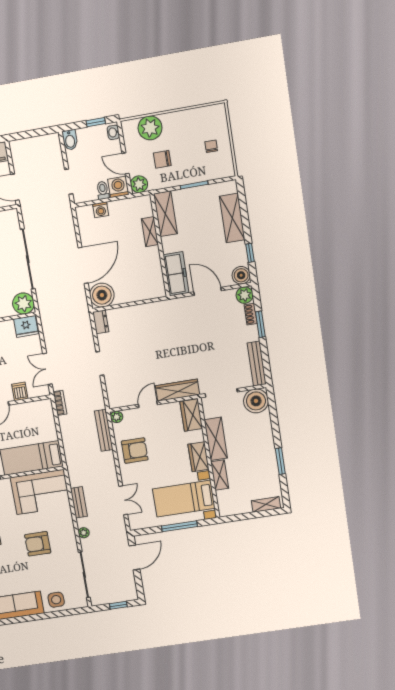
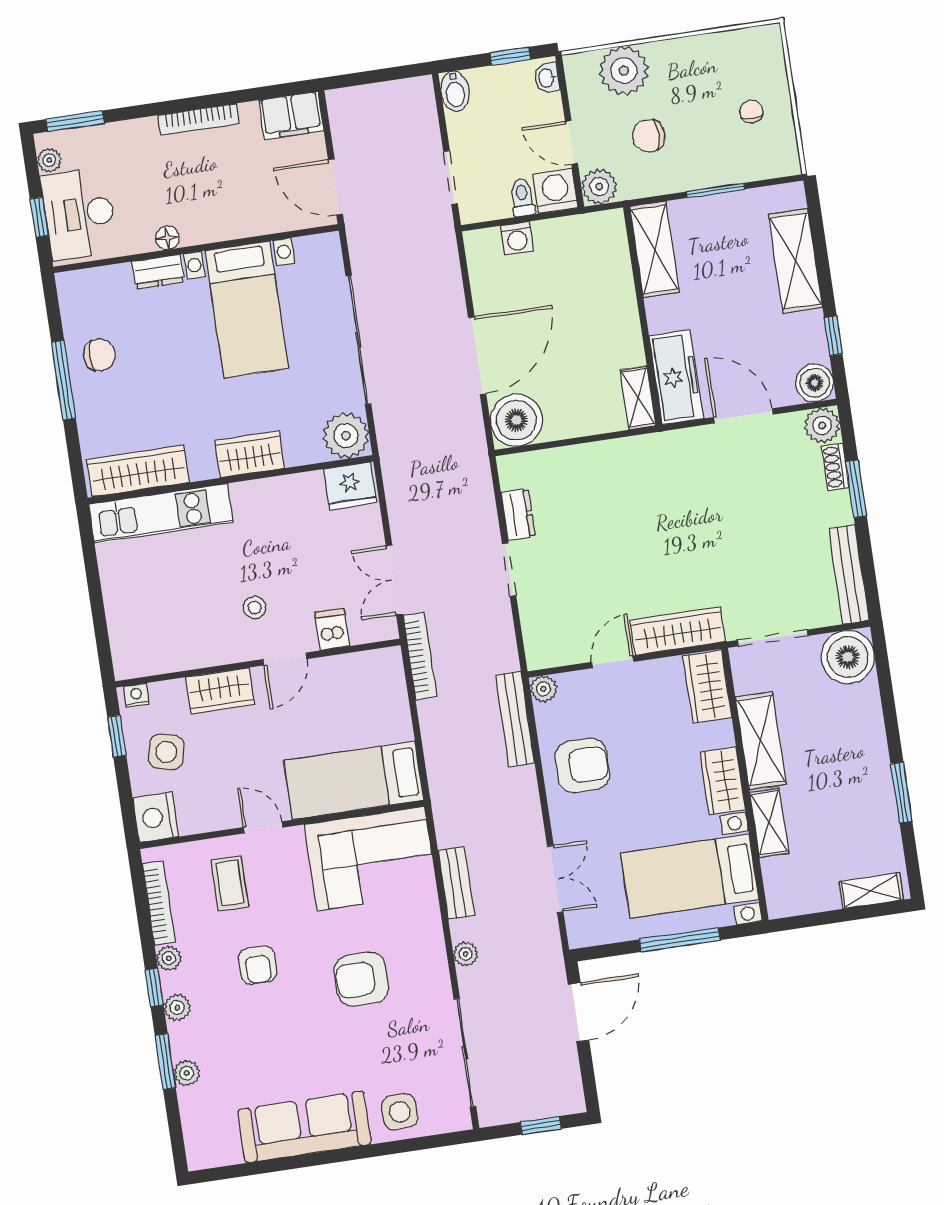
shelving: (150, 232) -> (638, 398), moved
dresser: (101, 322) -> (518, 515), moved
bookcase: (60, 403) -> (420, 656), width x1.56

